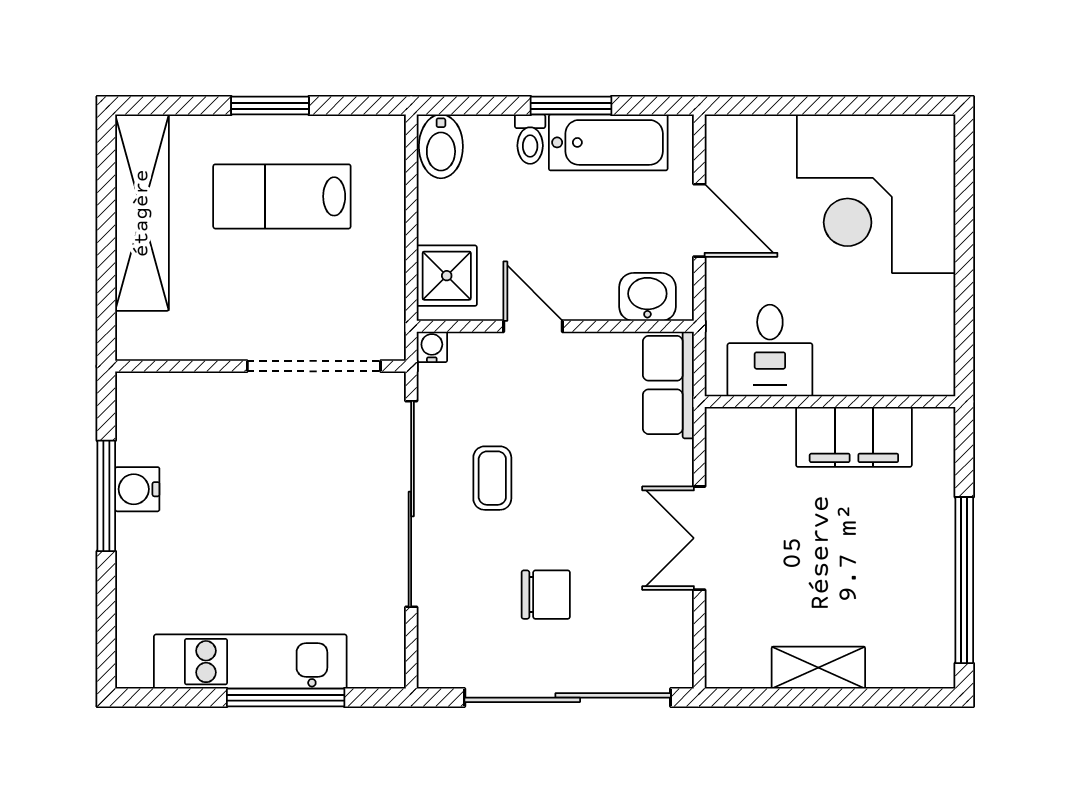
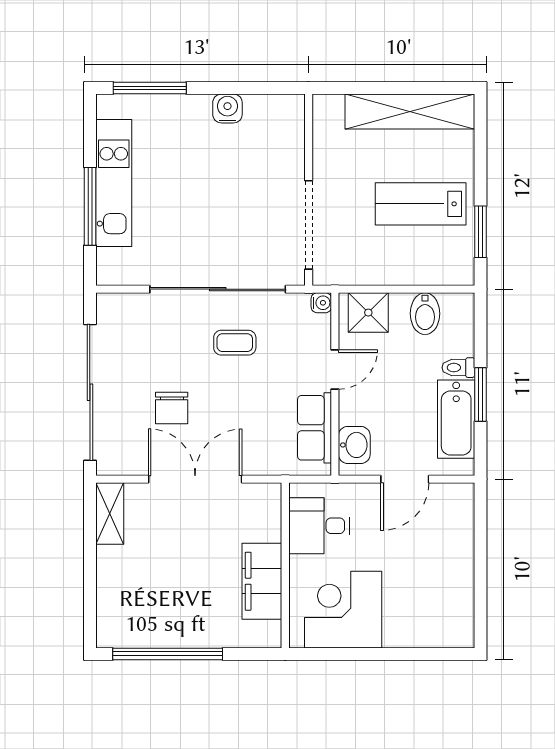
window: (270, 106) -> (481, 232), moved
bidet: (441, 146) -> (425, 314), moved, turned -90
corner desk: (876, 194) -> (343, 610), moved, width x0.74, depth x0.74
lab bench: (282, 196) -> (421, 204), turned -90
row of seats: (668, 385) -> (315, 428), moved, turned -90
window: (106, 496) -> (150, 88), moved
double door: (699, 538) -> (195, 479), width x1.37
chair: (546, 595) -> (172, 408), moved
shelving: (818, 668) -> (110, 514), moved

